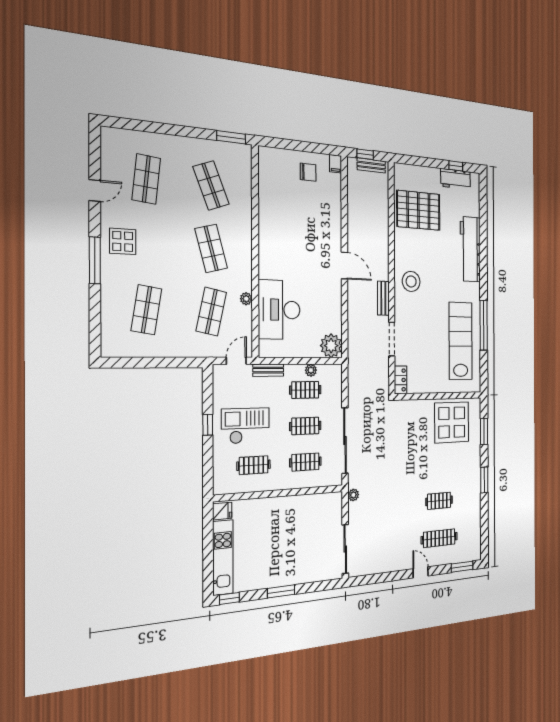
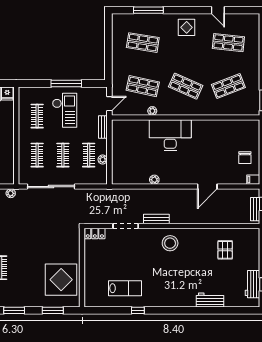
pallet: (418, 210) -> (225, 250), width x0.49, depth x0.50
shop shelf: (211, 248) -> (186, 86), turned 39
workbench: (470, 249) -> (210, 300), width x0.53, depth x0.76
window: (95, 260) -> (148, 10), moved
door: (344, 266) -> (207, 187), moved
desk: (279, 310) -> (170, 135), moved
window: (484, 325) -> (138, 310), width x0.32
lab bench: (461, 341) -> (125, 288), width x0.54, depth x0.72
plant: (331, 346) -> (154, 180), moved, width x0.53, depth x0.53
door: (236, 361) -> (109, 104), hinge flipped
window: (208, 425) -> (66, 83), width x2.17

